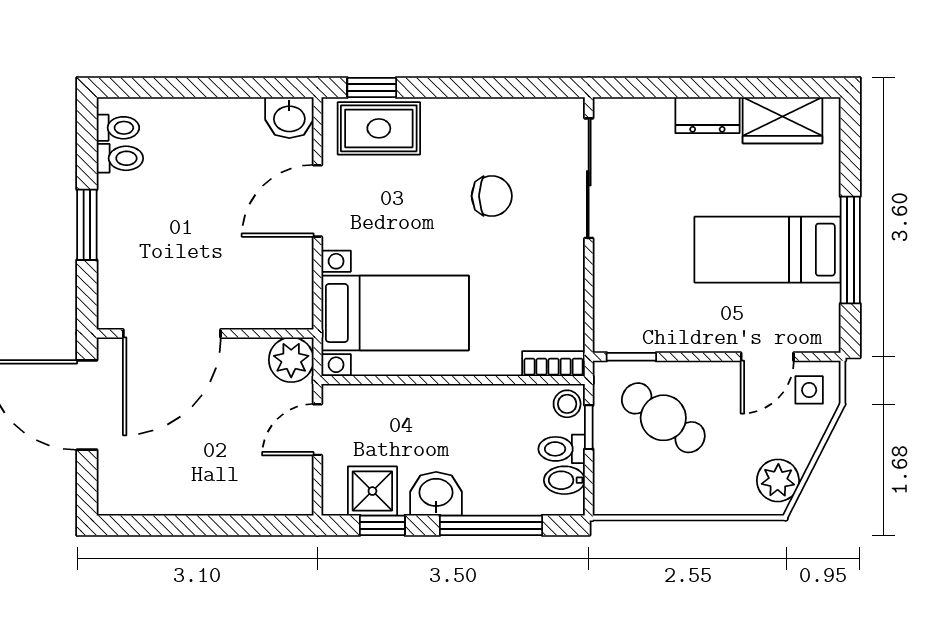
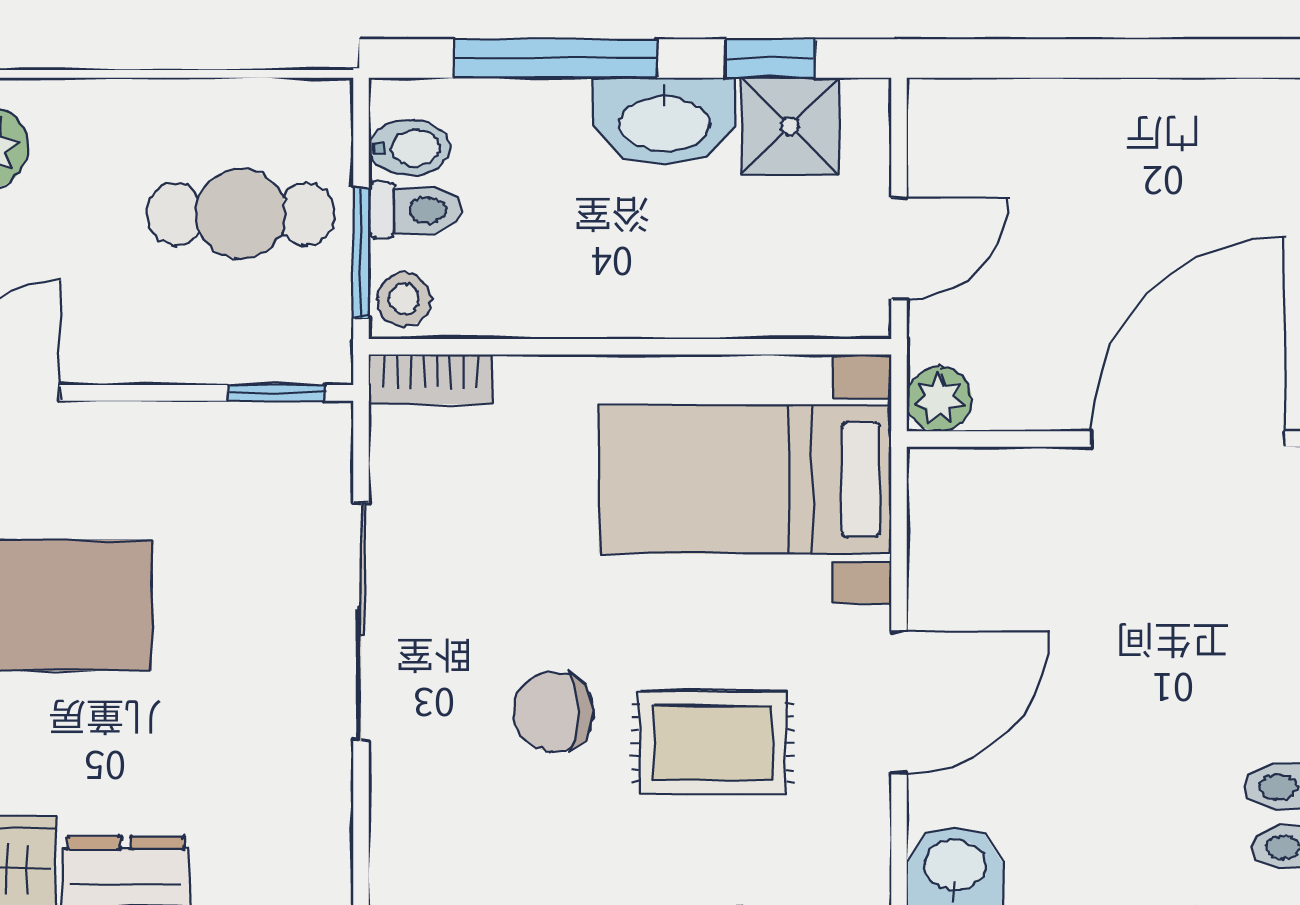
rug: (379, 128) -> (713, 743), moved
sliding door: (589, 178) -> (361, 622), moved
plant: (291, 360) -> (939, 399), width x0.73, depth x0.73
cafe table: (663, 418) -> (241, 214), moved, turned -36
window: (589, 427) -> (361, 253), width x1.50
washbasin: (436, 494) -> (664, 121), width x1.38

